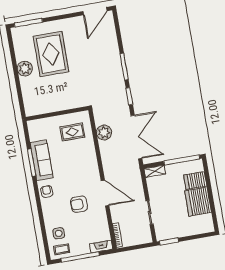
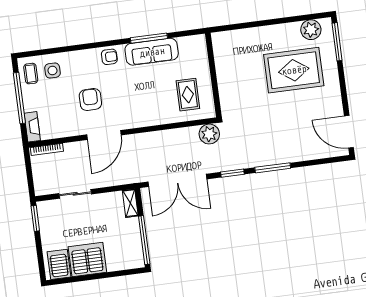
plant: (25, 69) -> (311, 30), moved
plant: (104, 133) -> (209, 134), moved
server rack: (195, 180) -> (59, 264), moved

